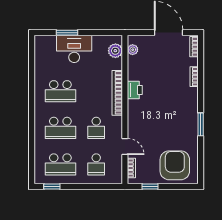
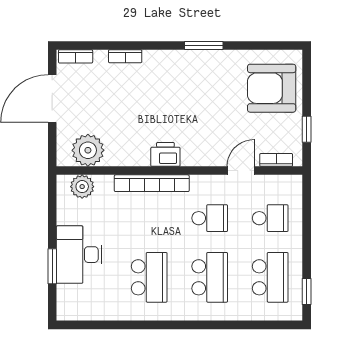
plant: (133, 50) -> (88, 150), width x1.88, depth x1.88
printer: (135, 90) -> (165, 154), moved

